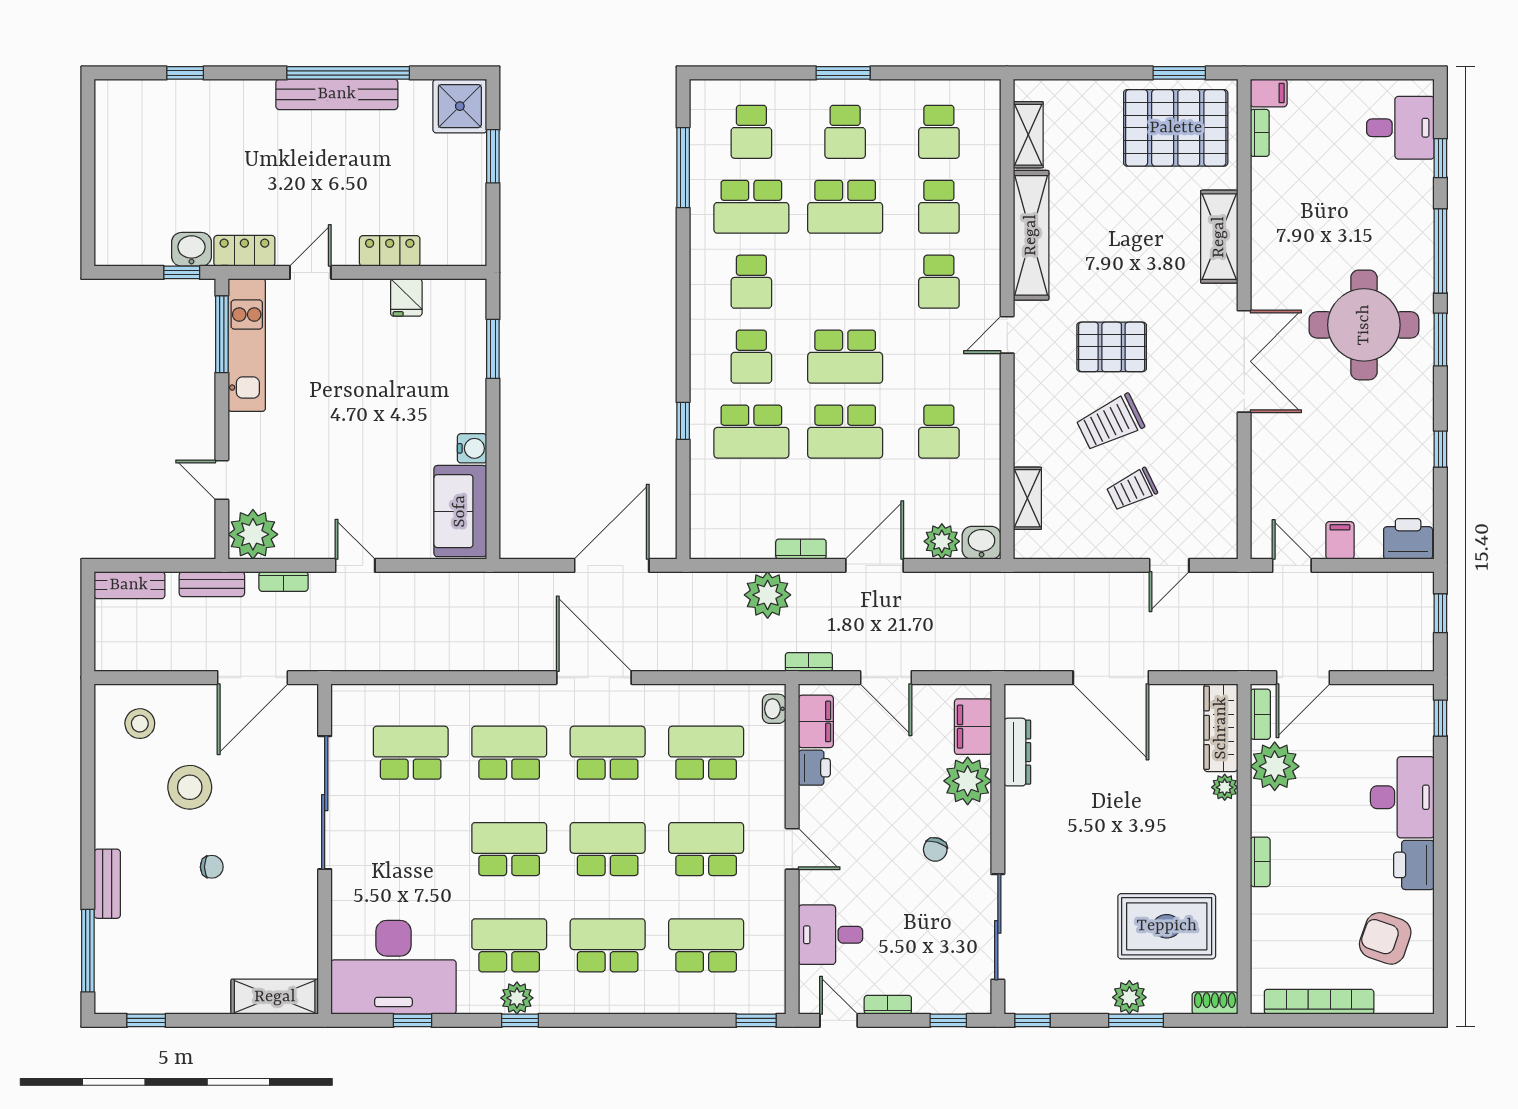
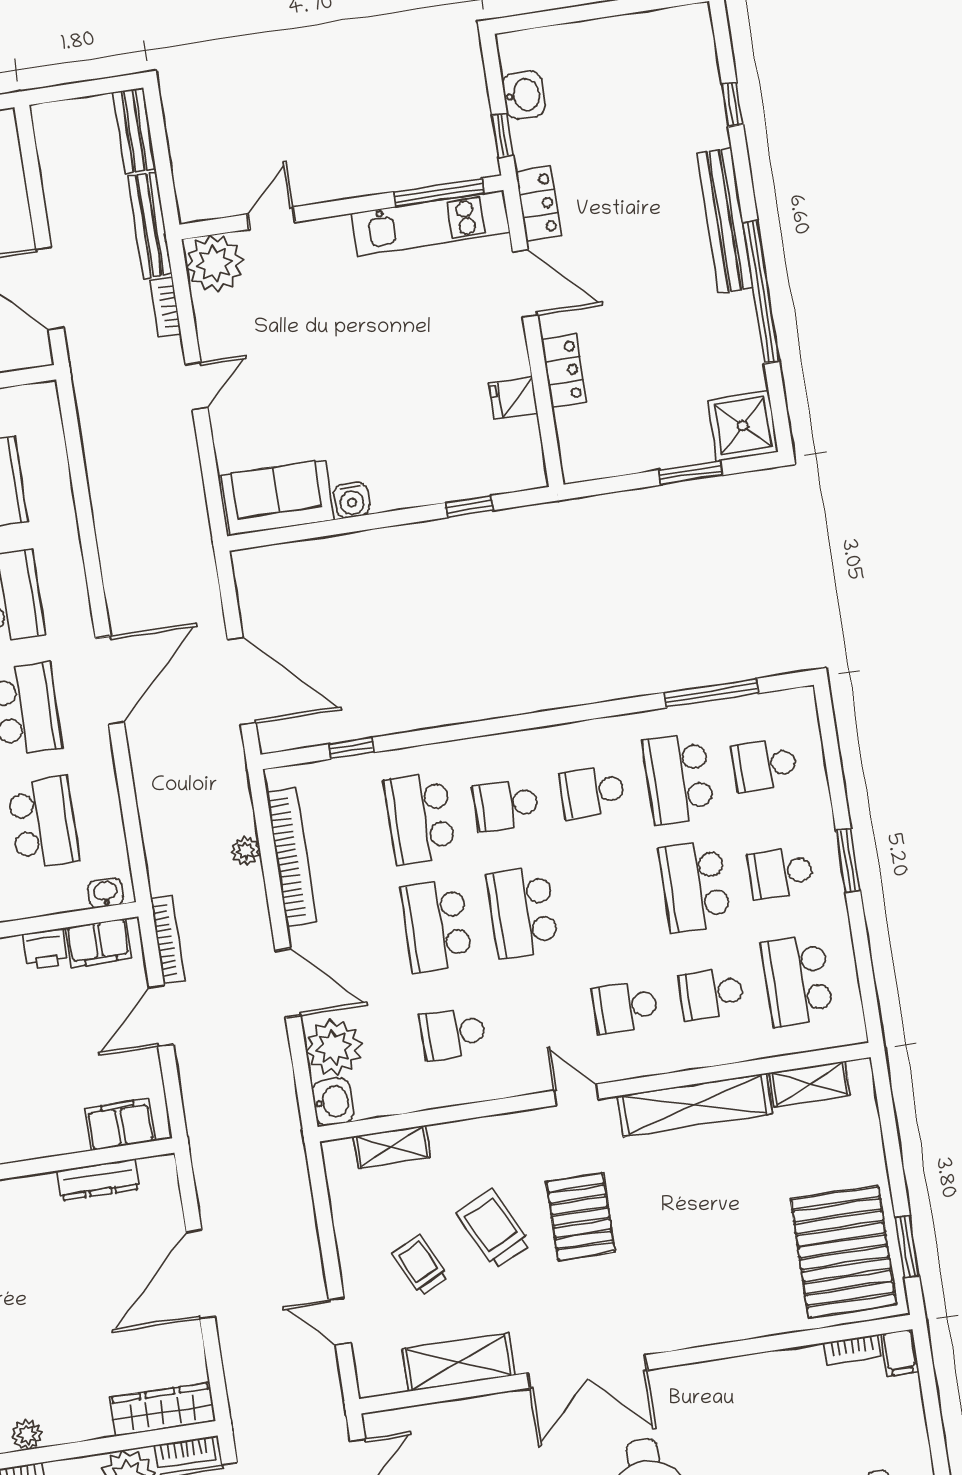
bench: (337, 94) -> (725, 221), moved
school desk: (939, 132) -> (797, 981), width x1.85
shelving: (1219, 237) -> (459, 1362), moved
washbasin: (191, 249) -> (524, 95), moved
door: (310, 272) -> (525, 283), width x1.37
window: (493, 349) -> (470, 507), width x0.67
window: (683, 421) -> (351, 748), moved
plant: (942, 541) -> (334, 1047), width x1.36, depth x1.36
bookcase: (801, 549) -> (292, 857), width x2.31, depth x1.31
bench: (212, 584) -> (150, 225), width x1.36
plant: (768, 595) -> (246, 851), width x0.53, depth x0.53
bookcase: (809, 662) -> (168, 940), width x1.56
plant: (968, 781) -> (57, 1128), removed
plant: (1225, 787) -> (27, 1434), moved

